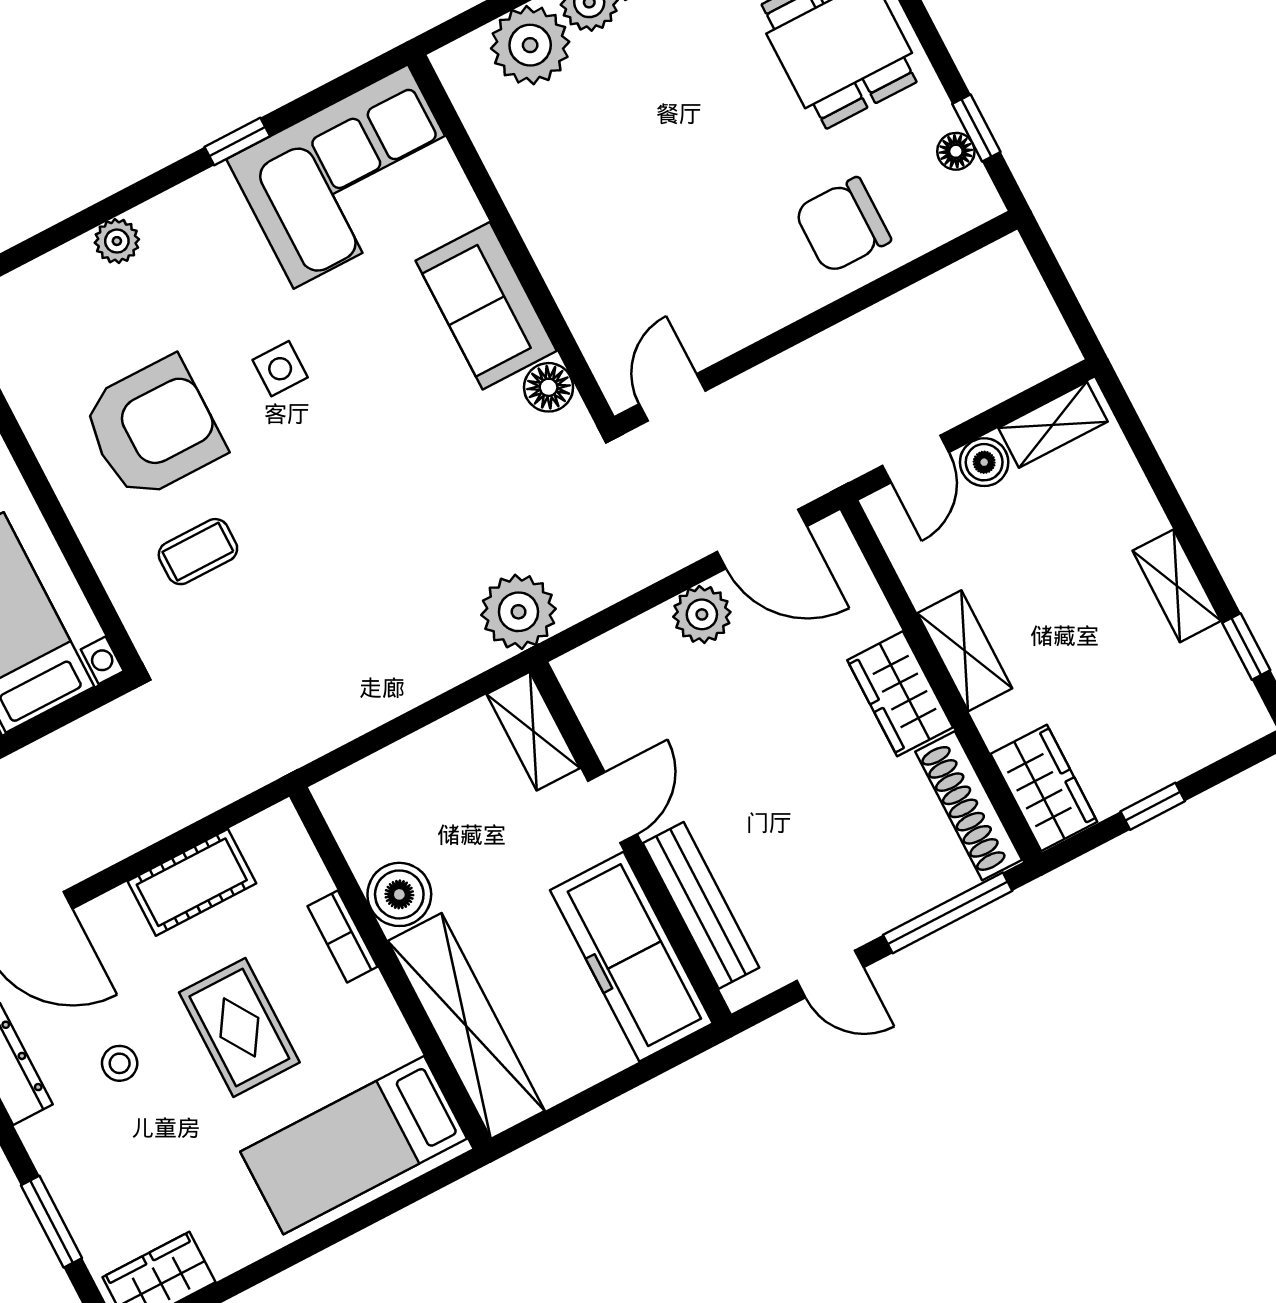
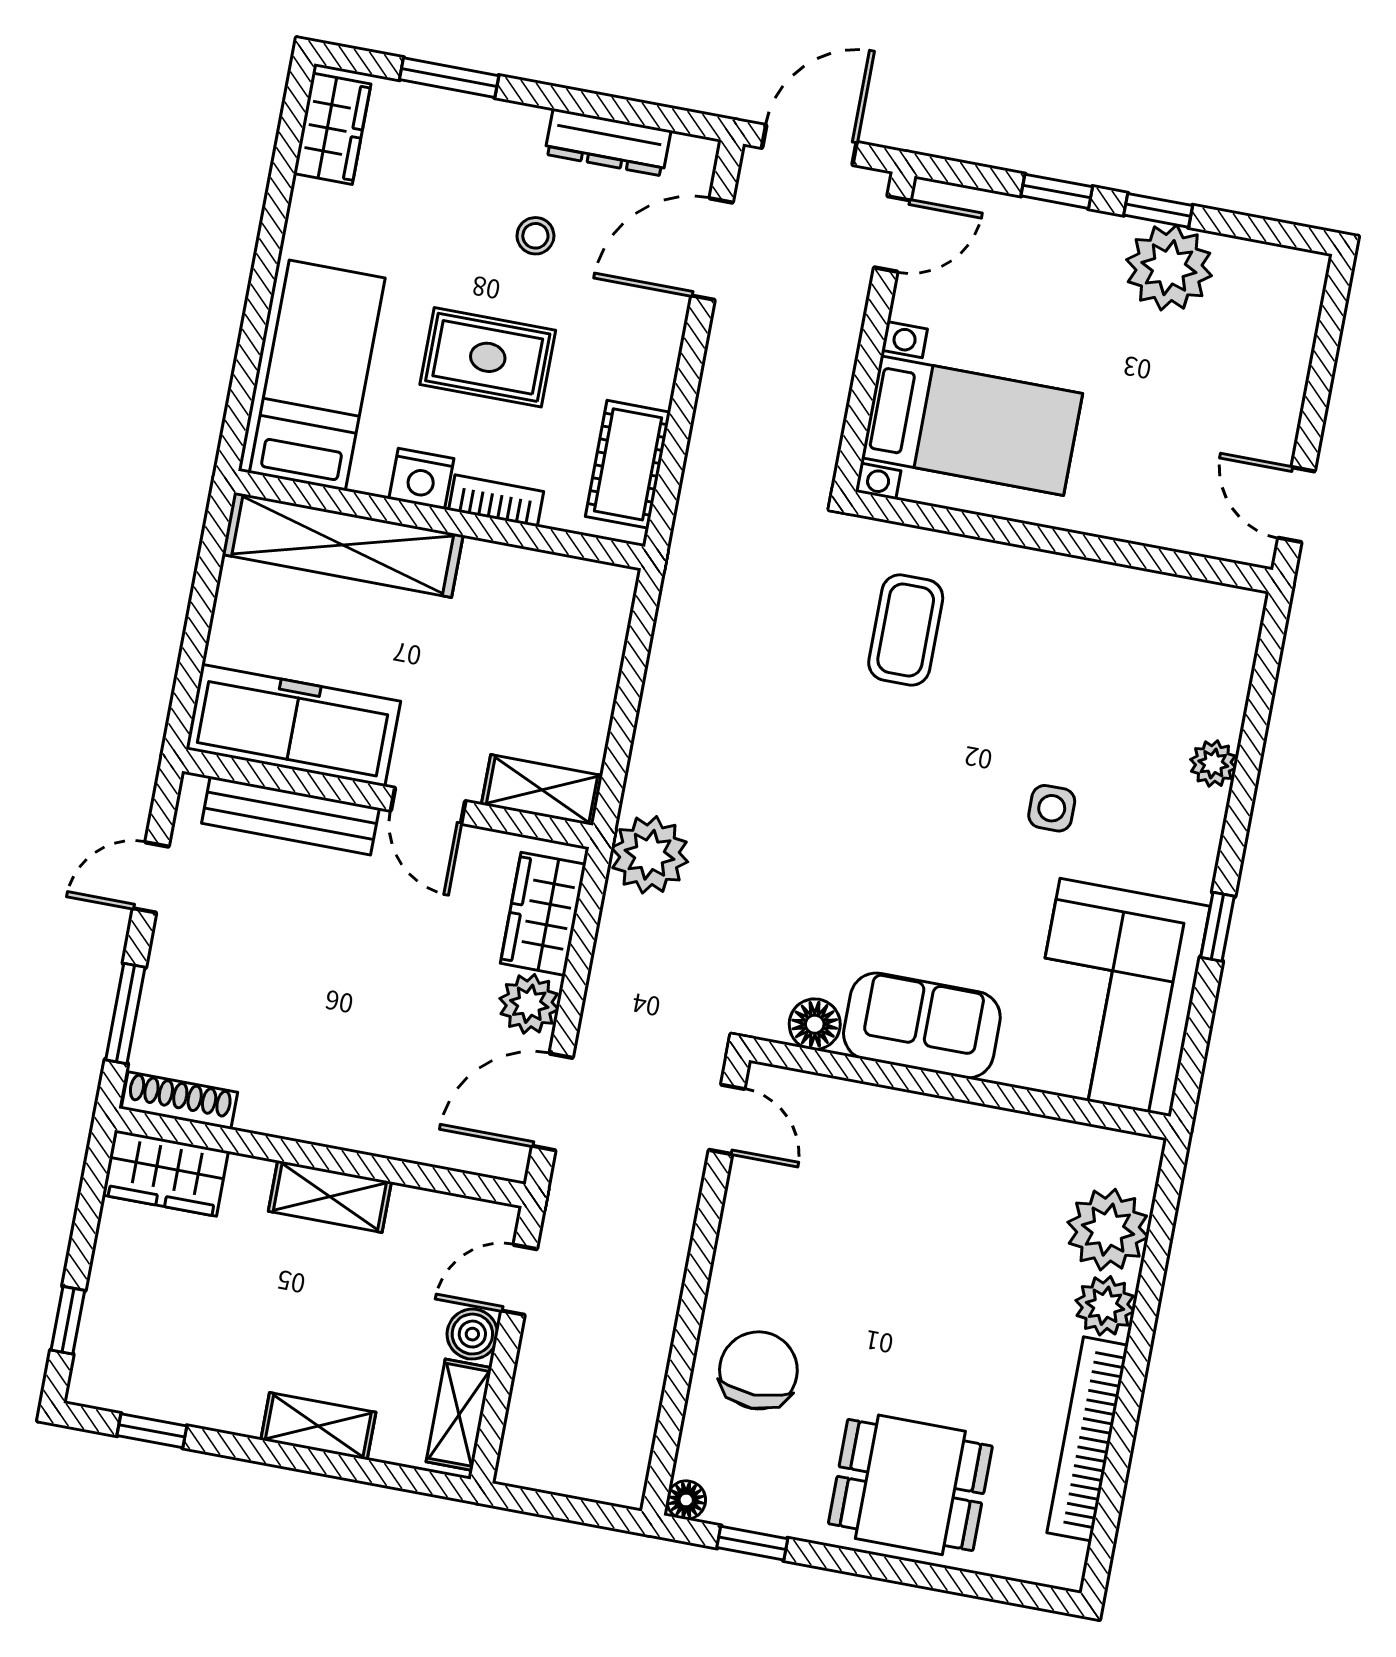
floor lamp: (956, 151) -> (686, 1500), moved
side table: (280, 369) -> (1052, 808), moved
armchair: (153, 428) -> (1036, 673), removed
door: (916, 459) -> (519, 1280), hinge flipped
coffee table: (198, 552) -> (906, 630), width x1.36, depth x1.30
shelving: (1177, 586) -> (318, 1426), moved
wardrobe: (900, 694) -> (543, 914), moved, turned -90
shoe rack: (969, 806) -> (179, 1100), width x0.74, depth x0.81
window: (1153, 806) -> (68, 1320), moved
cot: (192, 882) -> (628, 464), moved
boiler: (399, 894) -> (494, 575), removed
window: (948, 913) -> (125, 1013), width x0.69
nightstand: (370, 1006) -> (421, 479), added

